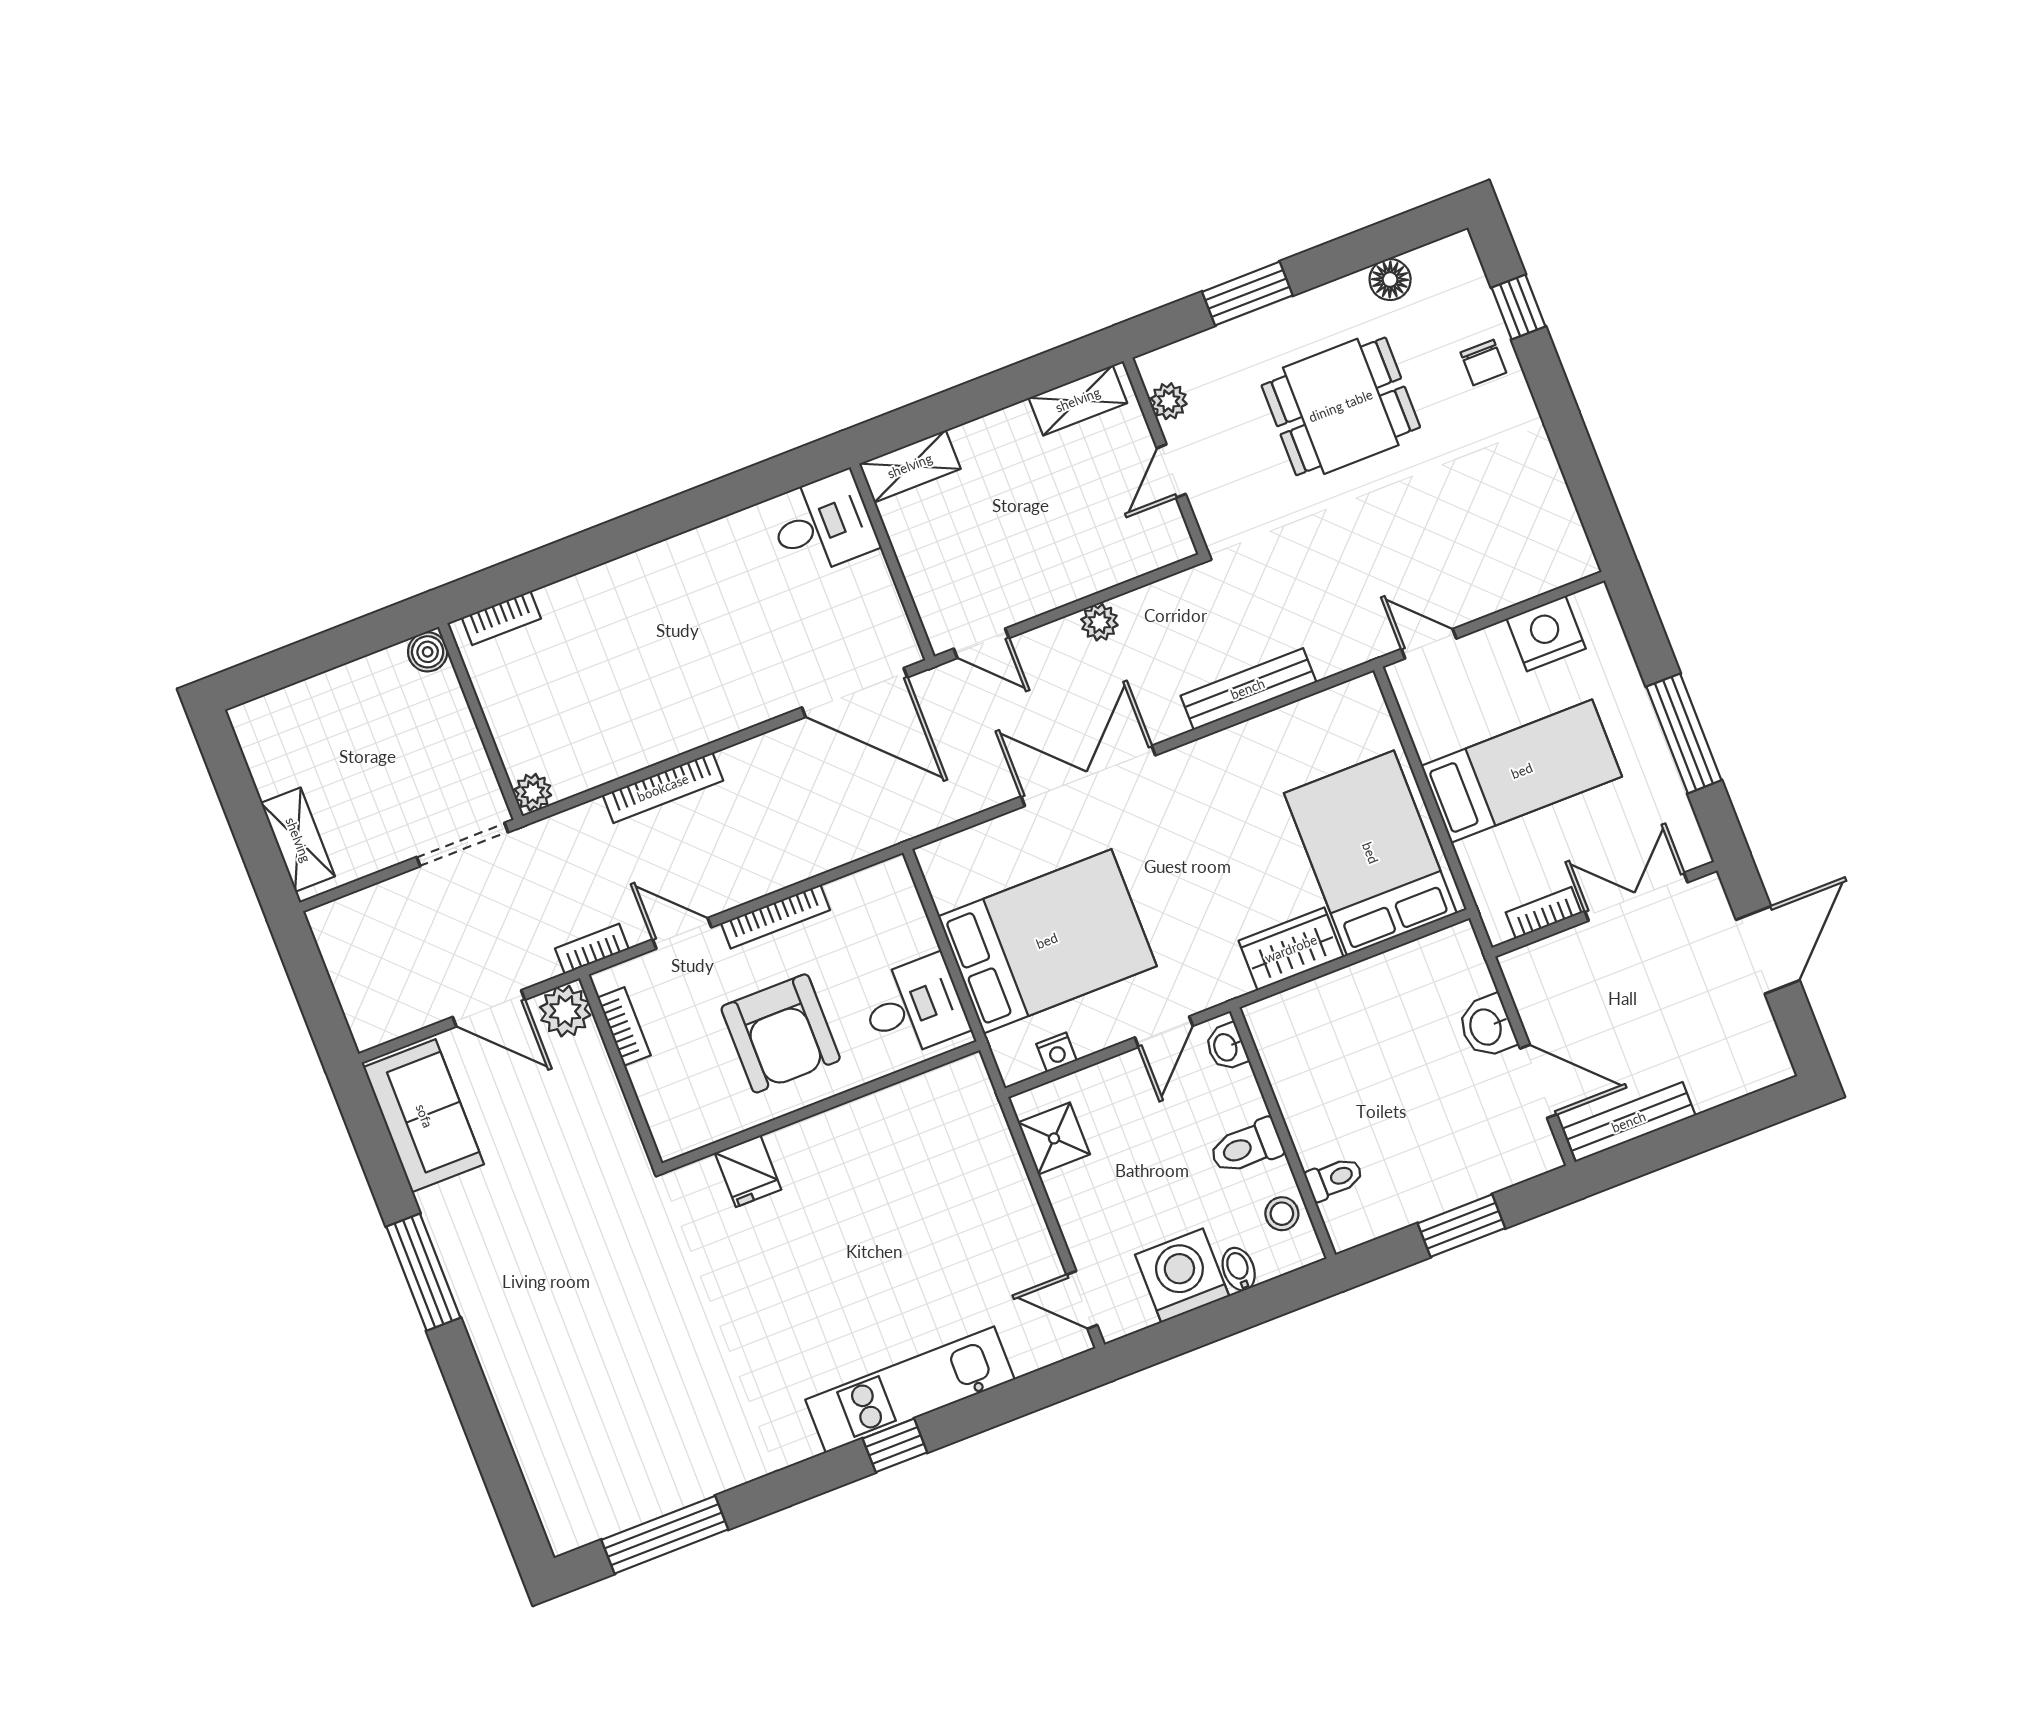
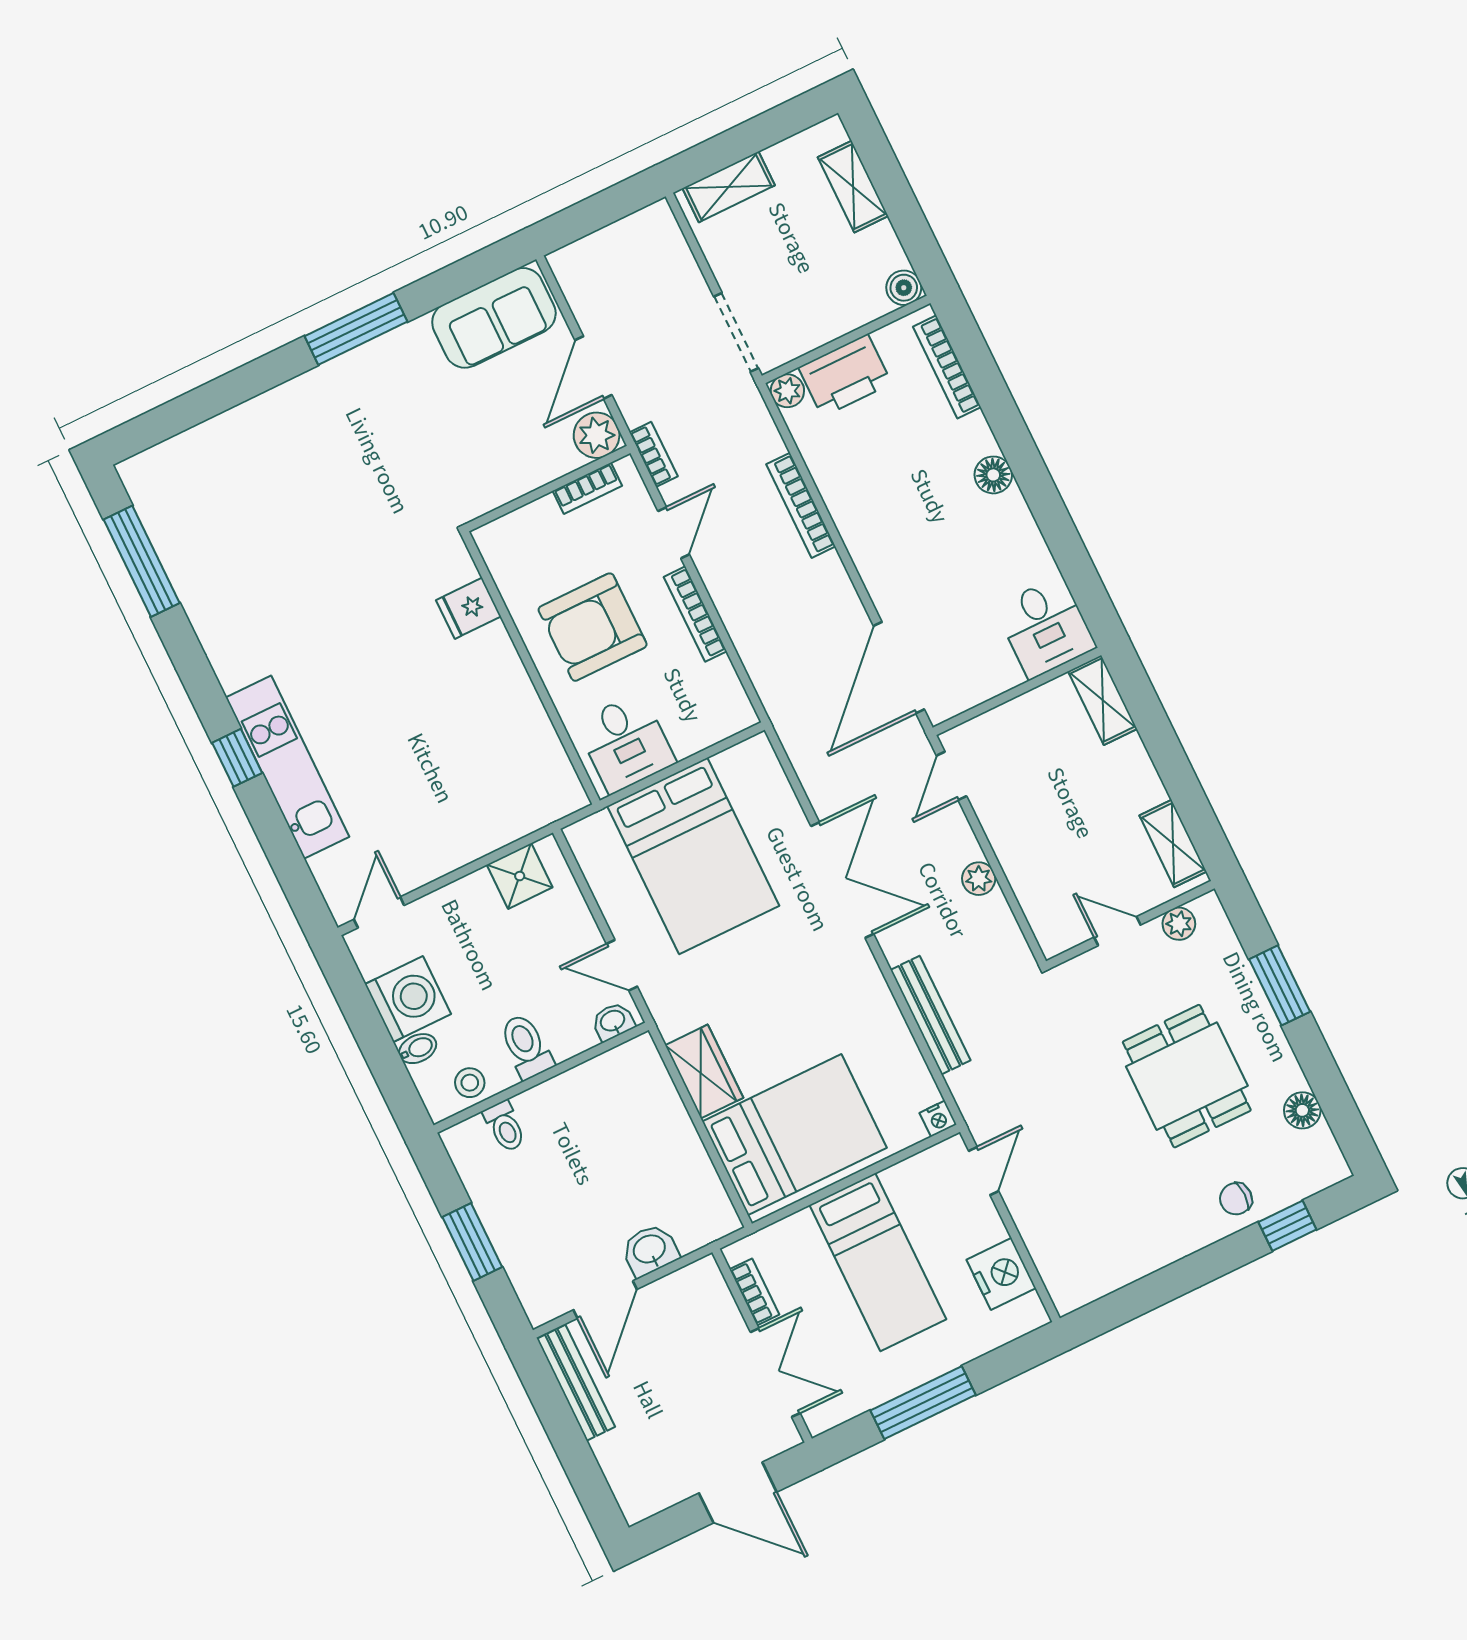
floor lamp: (647, 568) -> (993, 475), added
bookcase: (501, 618) -> (947, 367), width x1.56
shelving: (309, 700) -> (853, 187), added
printer: (521, 726) -> (845, 375), added
nightstand: (1057, 1052) -> (938, 1119), moved, turned -90

